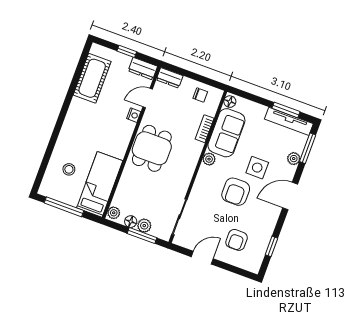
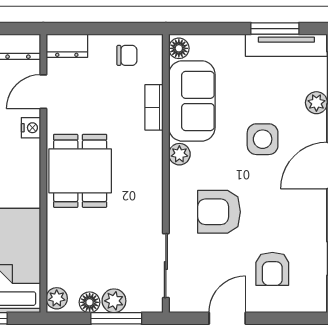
armchair: (236, 192) -> (219, 212), moved, turned 90

